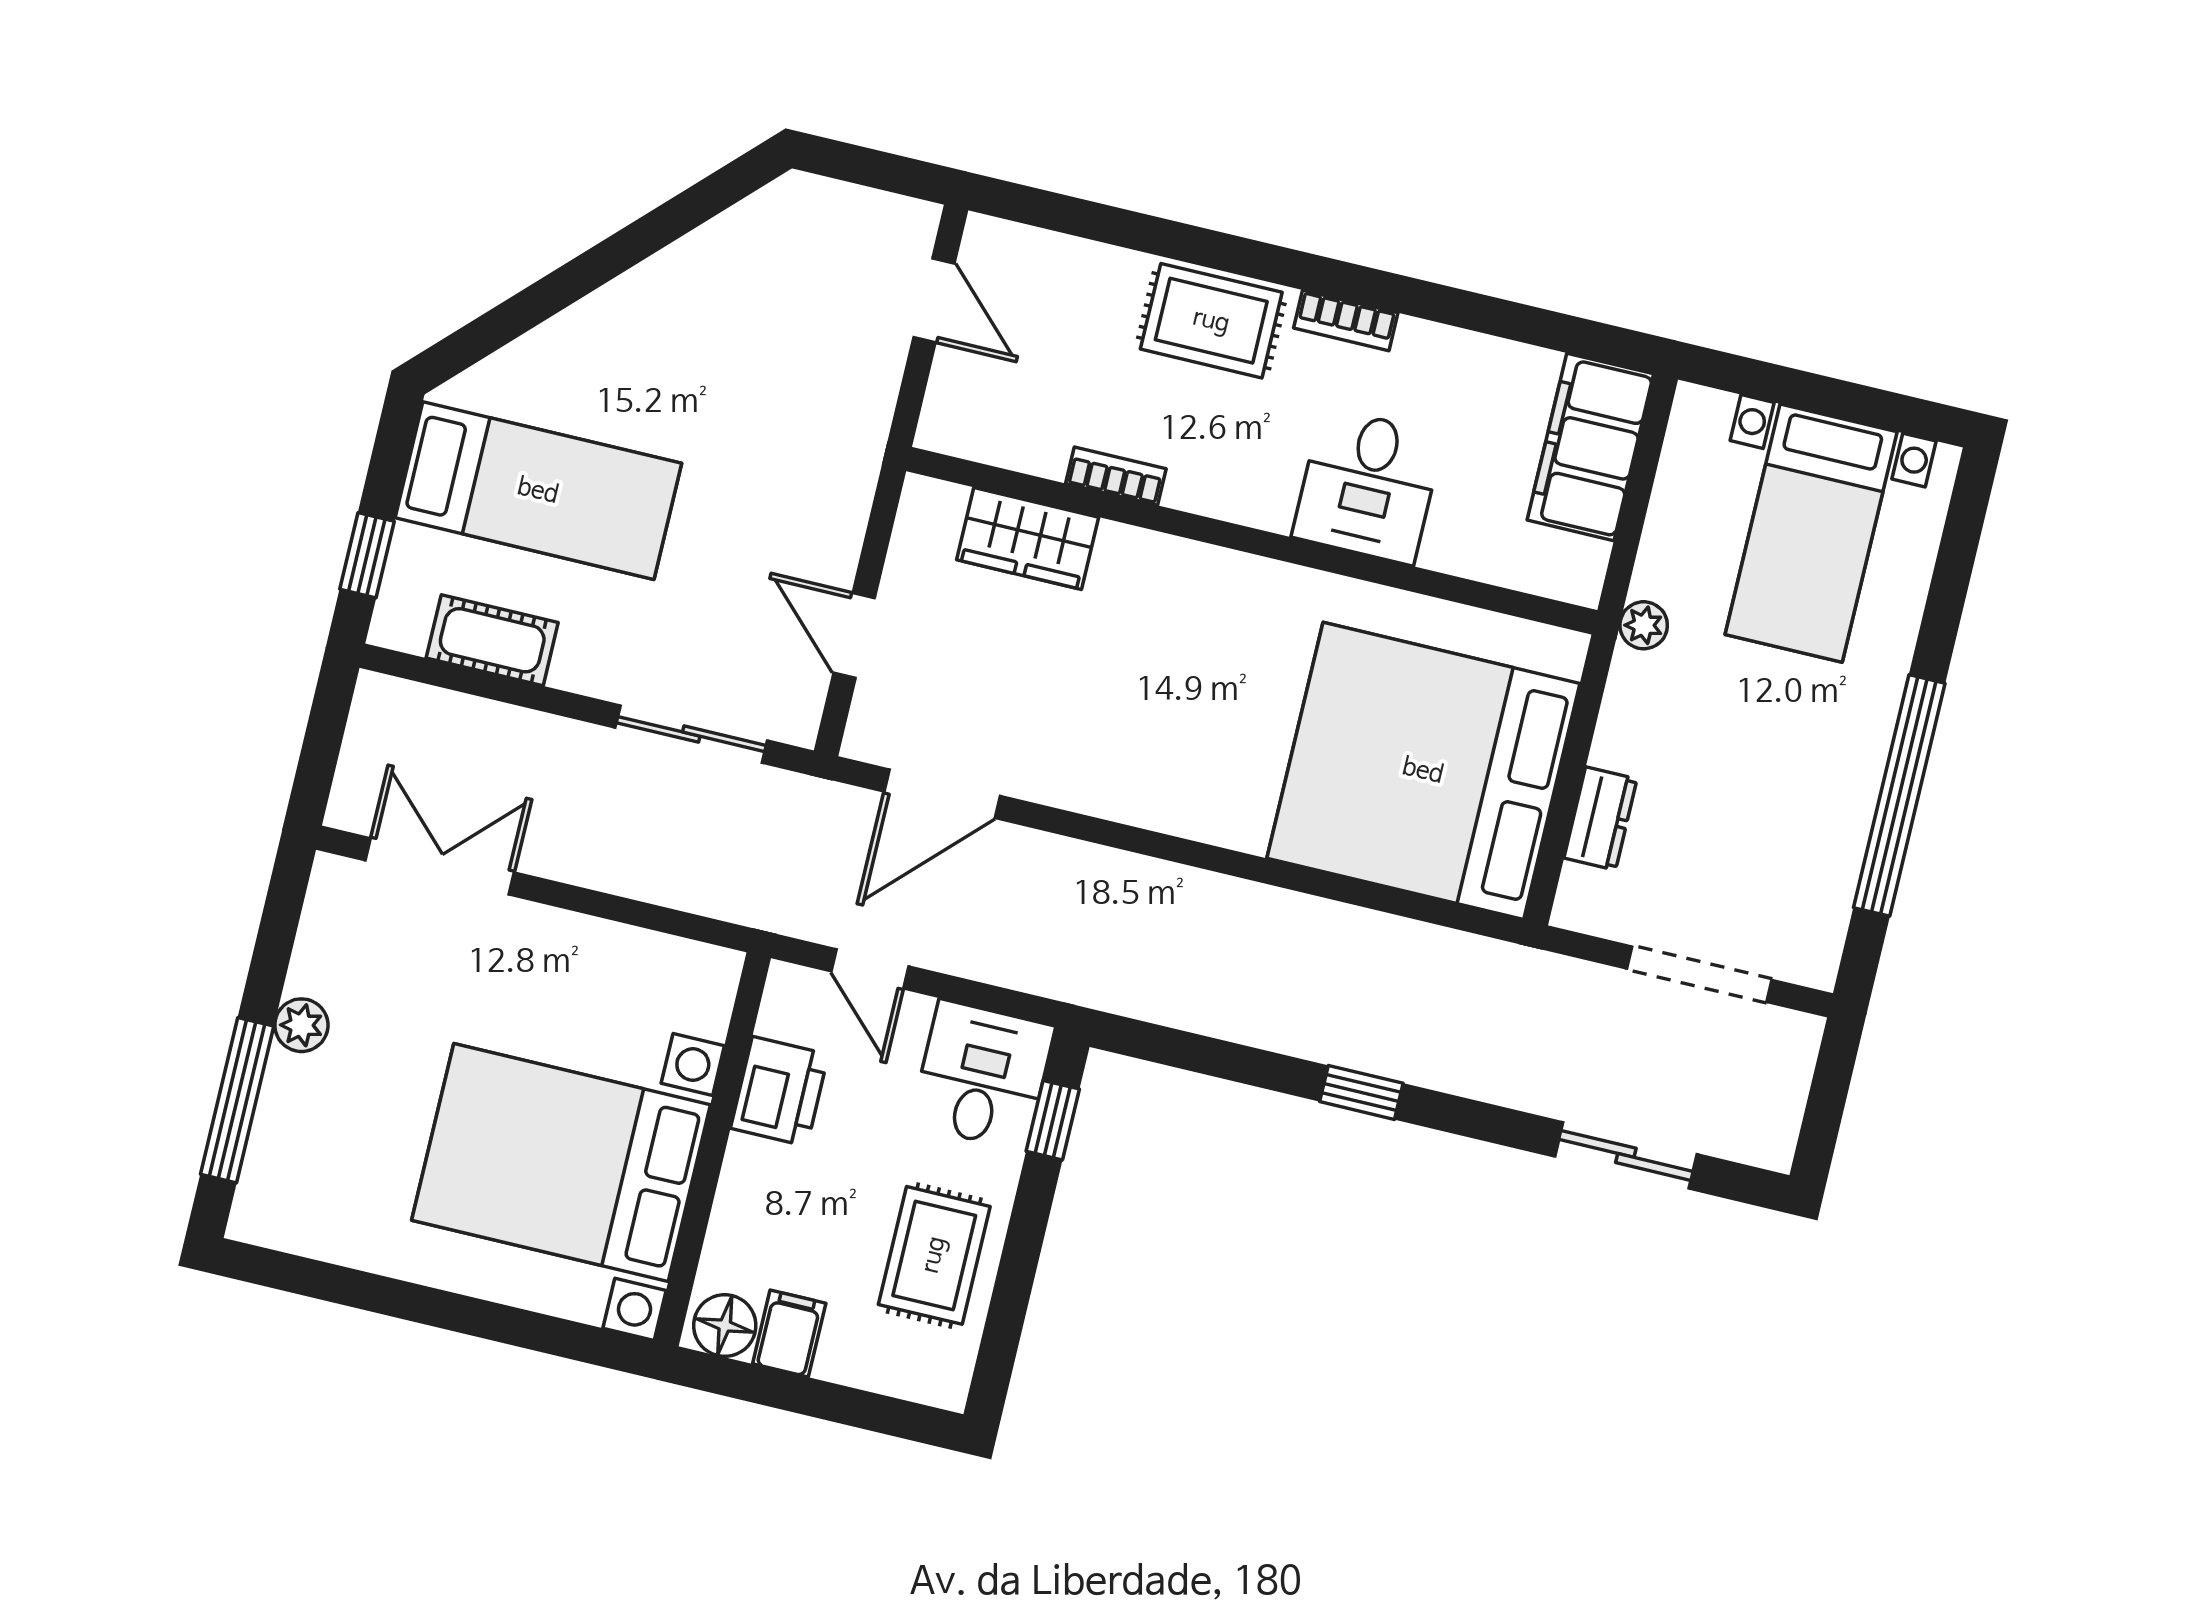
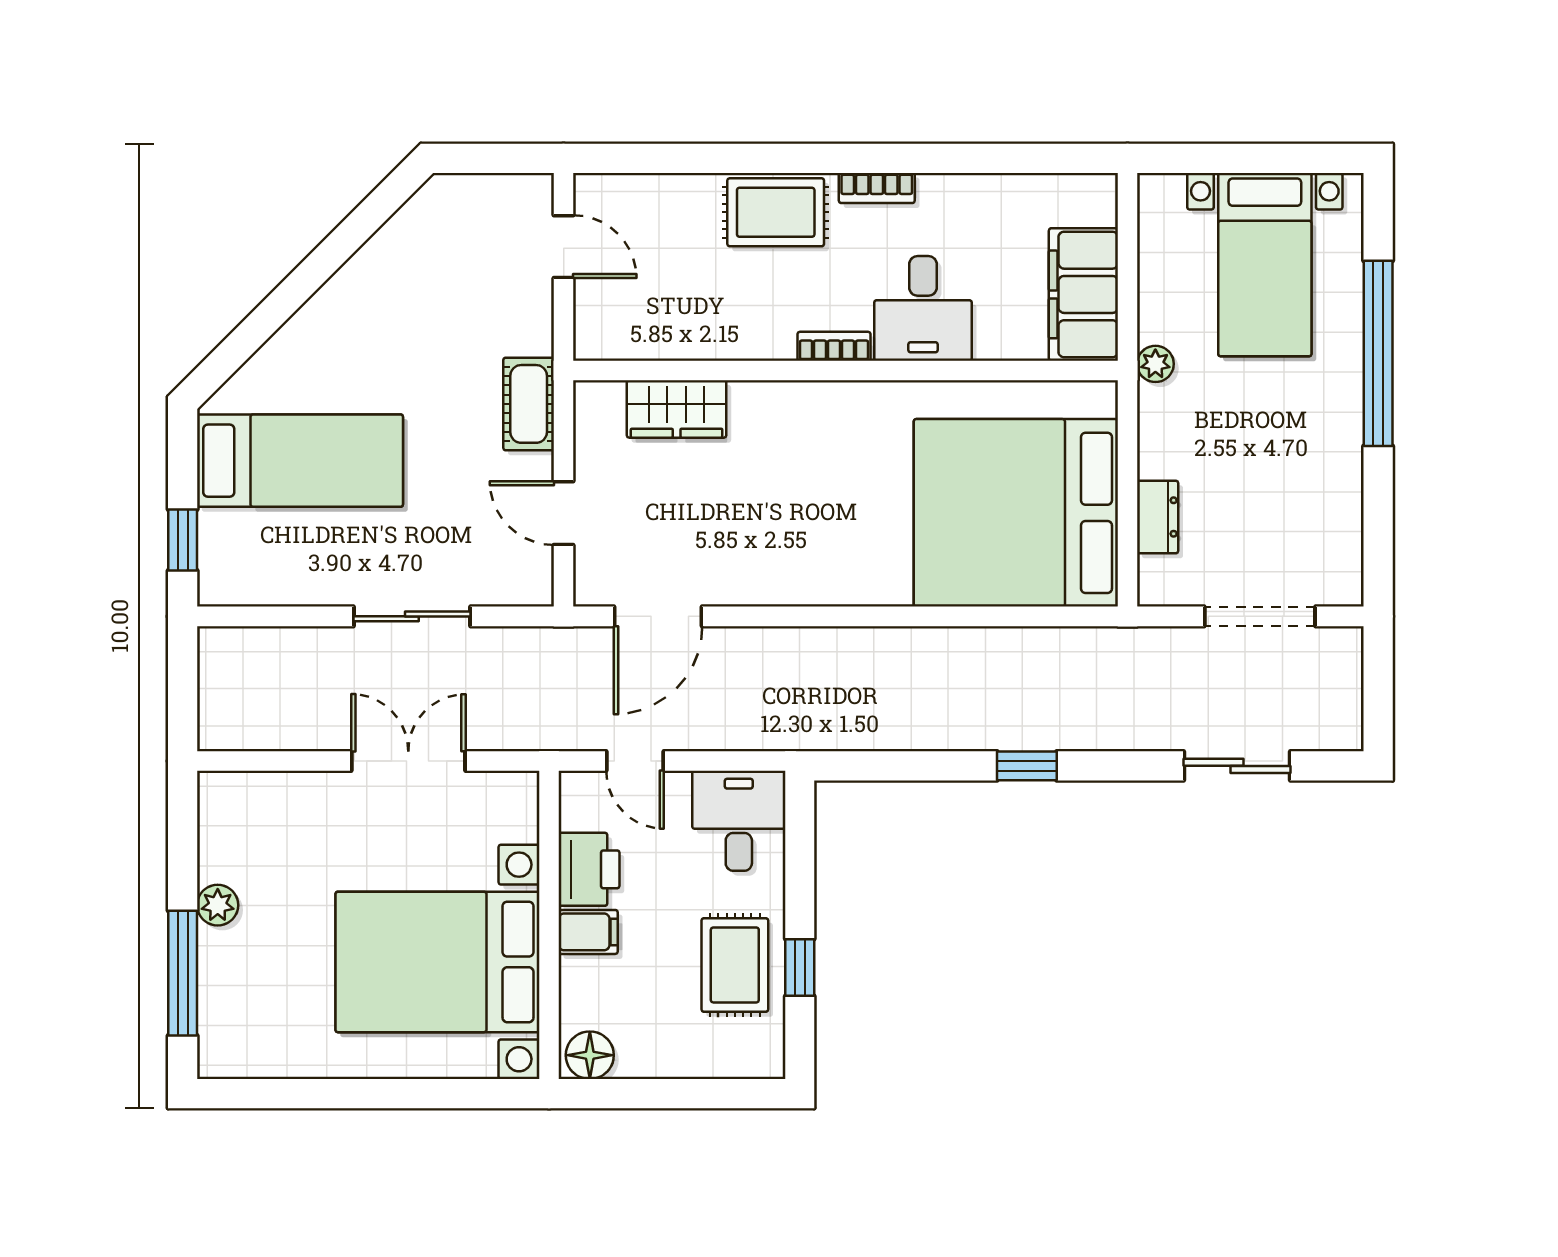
filing cabinet: (1590, 447) -> (1083, 294), moved
bookcase: (1116, 476) -> (834, 346), moved
cot: (492, 640) -> (529, 404), moved, turned 90
sliding door: (691, 734) -> (412, 616), moved
window: (1899, 795) -> (1378, 353), moved
double door: (440, 866) -> (408, 761), moved
window: (1053, 1120) -> (800, 968), moved
filing cabinet: (789, 1334) -> (588, 932), moved, turned 90

